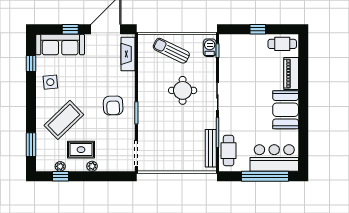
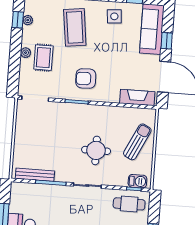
coffee table: (64, 120) -> (75, 27), turned 37
rug: (81, 150) -> (43, 58), moved
cafe table: (229, 151) -> (129, 204), moved

